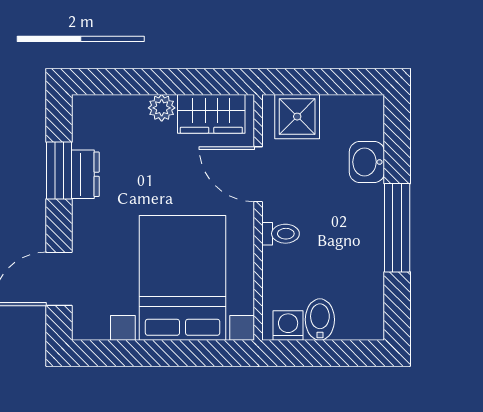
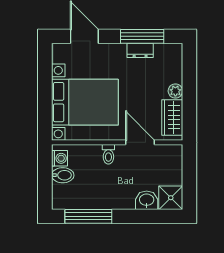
shower: (297, 117) -> (171, 198), moved
window: (59, 170) -> (142, 36), width x1.44
door: (258, 174) -> (140, 142), hinge flipped
window: (397, 228) -> (88, 216), moved

